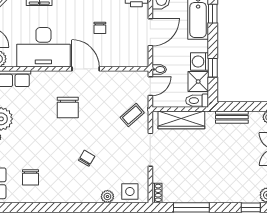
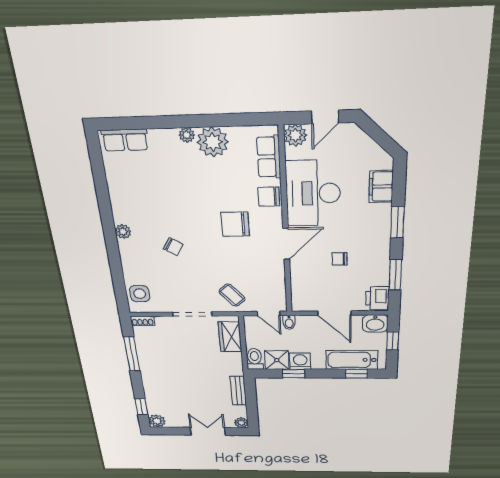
wardrobe: (181, 120) -> (230, 337), width x0.67
chair: (31, 177) -> (269, 197), moved
plant: (107, 196) -> (123, 231), moved

